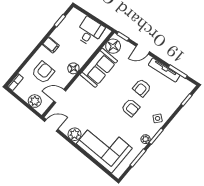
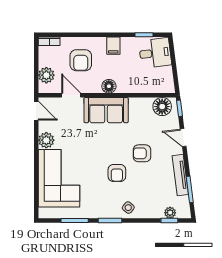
desk: (90, 32) -> (155, 53), moved
sofa: (99, 68) -> (106, 110), moved
armchair: (43, 72) -> (81, 60), turned 90
armchair: (142, 88) -> (142, 153), moved
plant: (146, 139) -> (170, 213), moved

